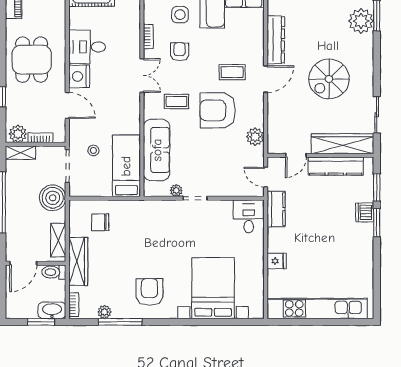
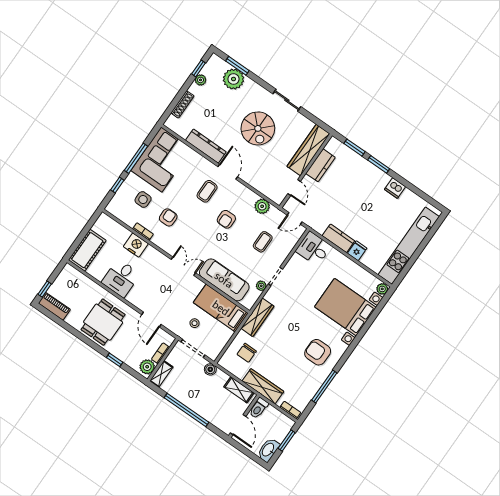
armchair: (180, 52) -> (168, 217), turned 90
dining table: (32, 60) -> (103, 322), turned 90
double door: (142, 75) -> (183, 266), moved
nightstand: (79, 76) -> (136, 245), moved, turned 180
coffee table: (176, 102) -> (263, 242), moved
door: (67, 105) -> (151, 320), swing flipped
armchair: (218, 110) -> (226, 219), width x0.53, depth x0.53
sliding door: (377, 115) -> (287, 100), moved
kitchen counter: (336, 166) -> (320, 165), width x0.67
boiler: (53, 198) -> (210, 369), width x0.54, depth x0.54
wardrobe: (143, 208) -> (257, 317), added
kitchen counter: (276, 209) -> (338, 238), moved
dishwasher: (365, 212) -> (395, 188), moved
washbasin: (52, 310) -> (268, 450), moved
plant: (104, 312) -> (382, 289), moved

